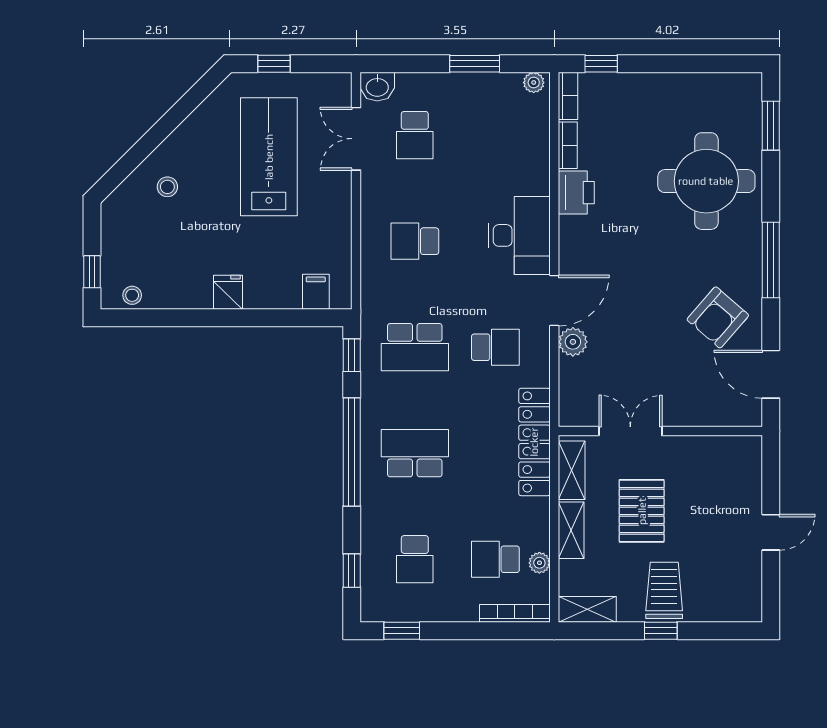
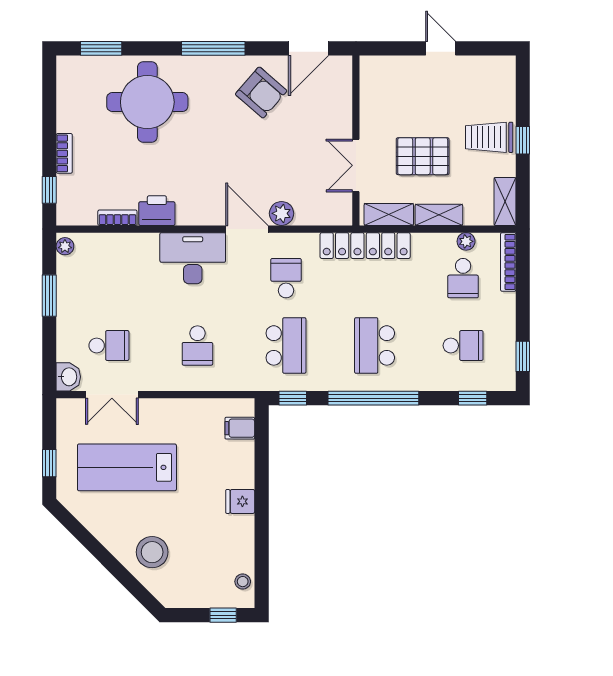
bookcase: (568, 96) -> (64, 153), moved, turned 90
stool: (167, 187) -> (152, 552), width x1.89, depth x1.89

